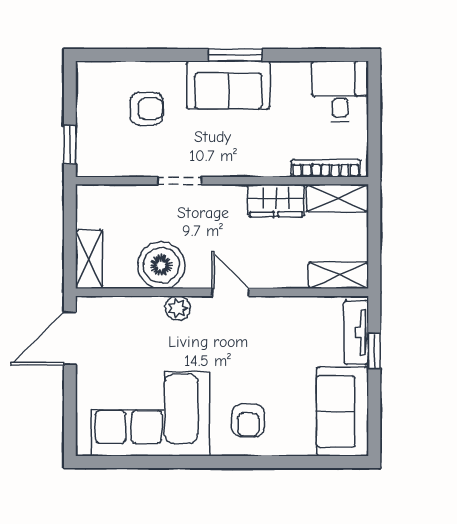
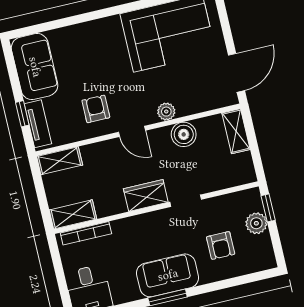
armchair: (147, 109) -> (221, 246), turned -90
plant: (91, 128) -> (256, 223), added
wardrobe: (276, 201) -> (146, 195), moved
boiler: (161, 265) -> (184, 134), width x0.73, depth x0.73
armchair: (248, 420) -> (96, 109), moved

